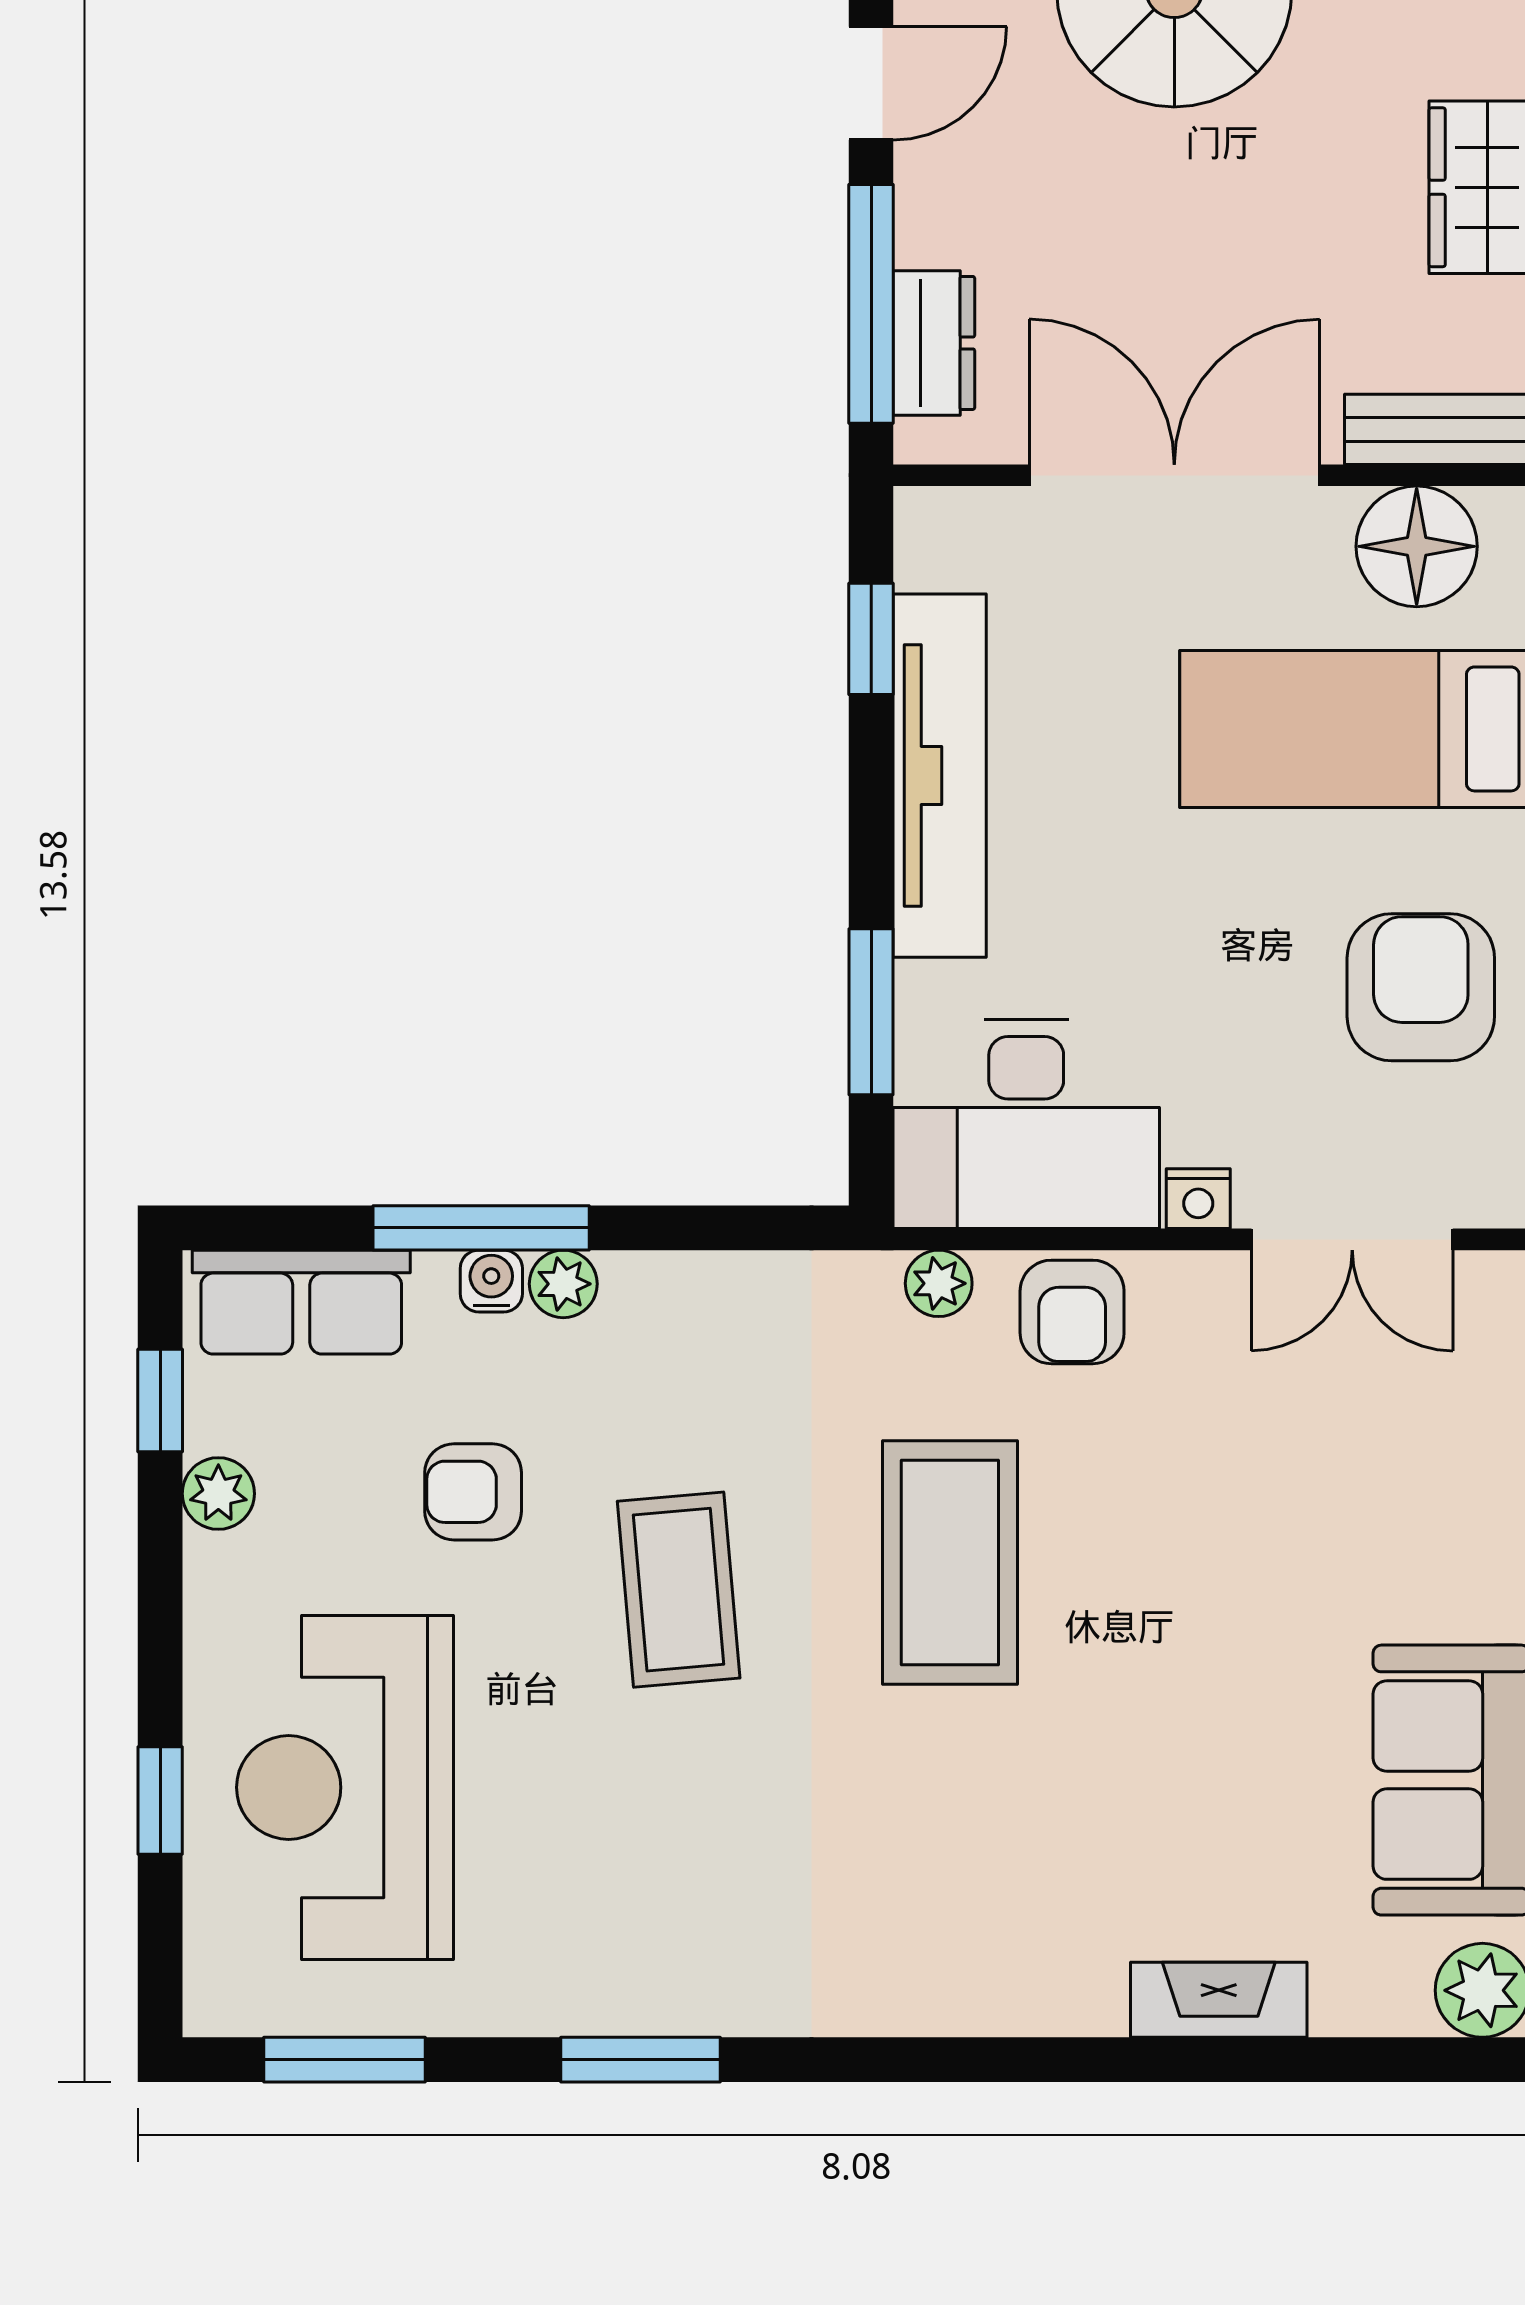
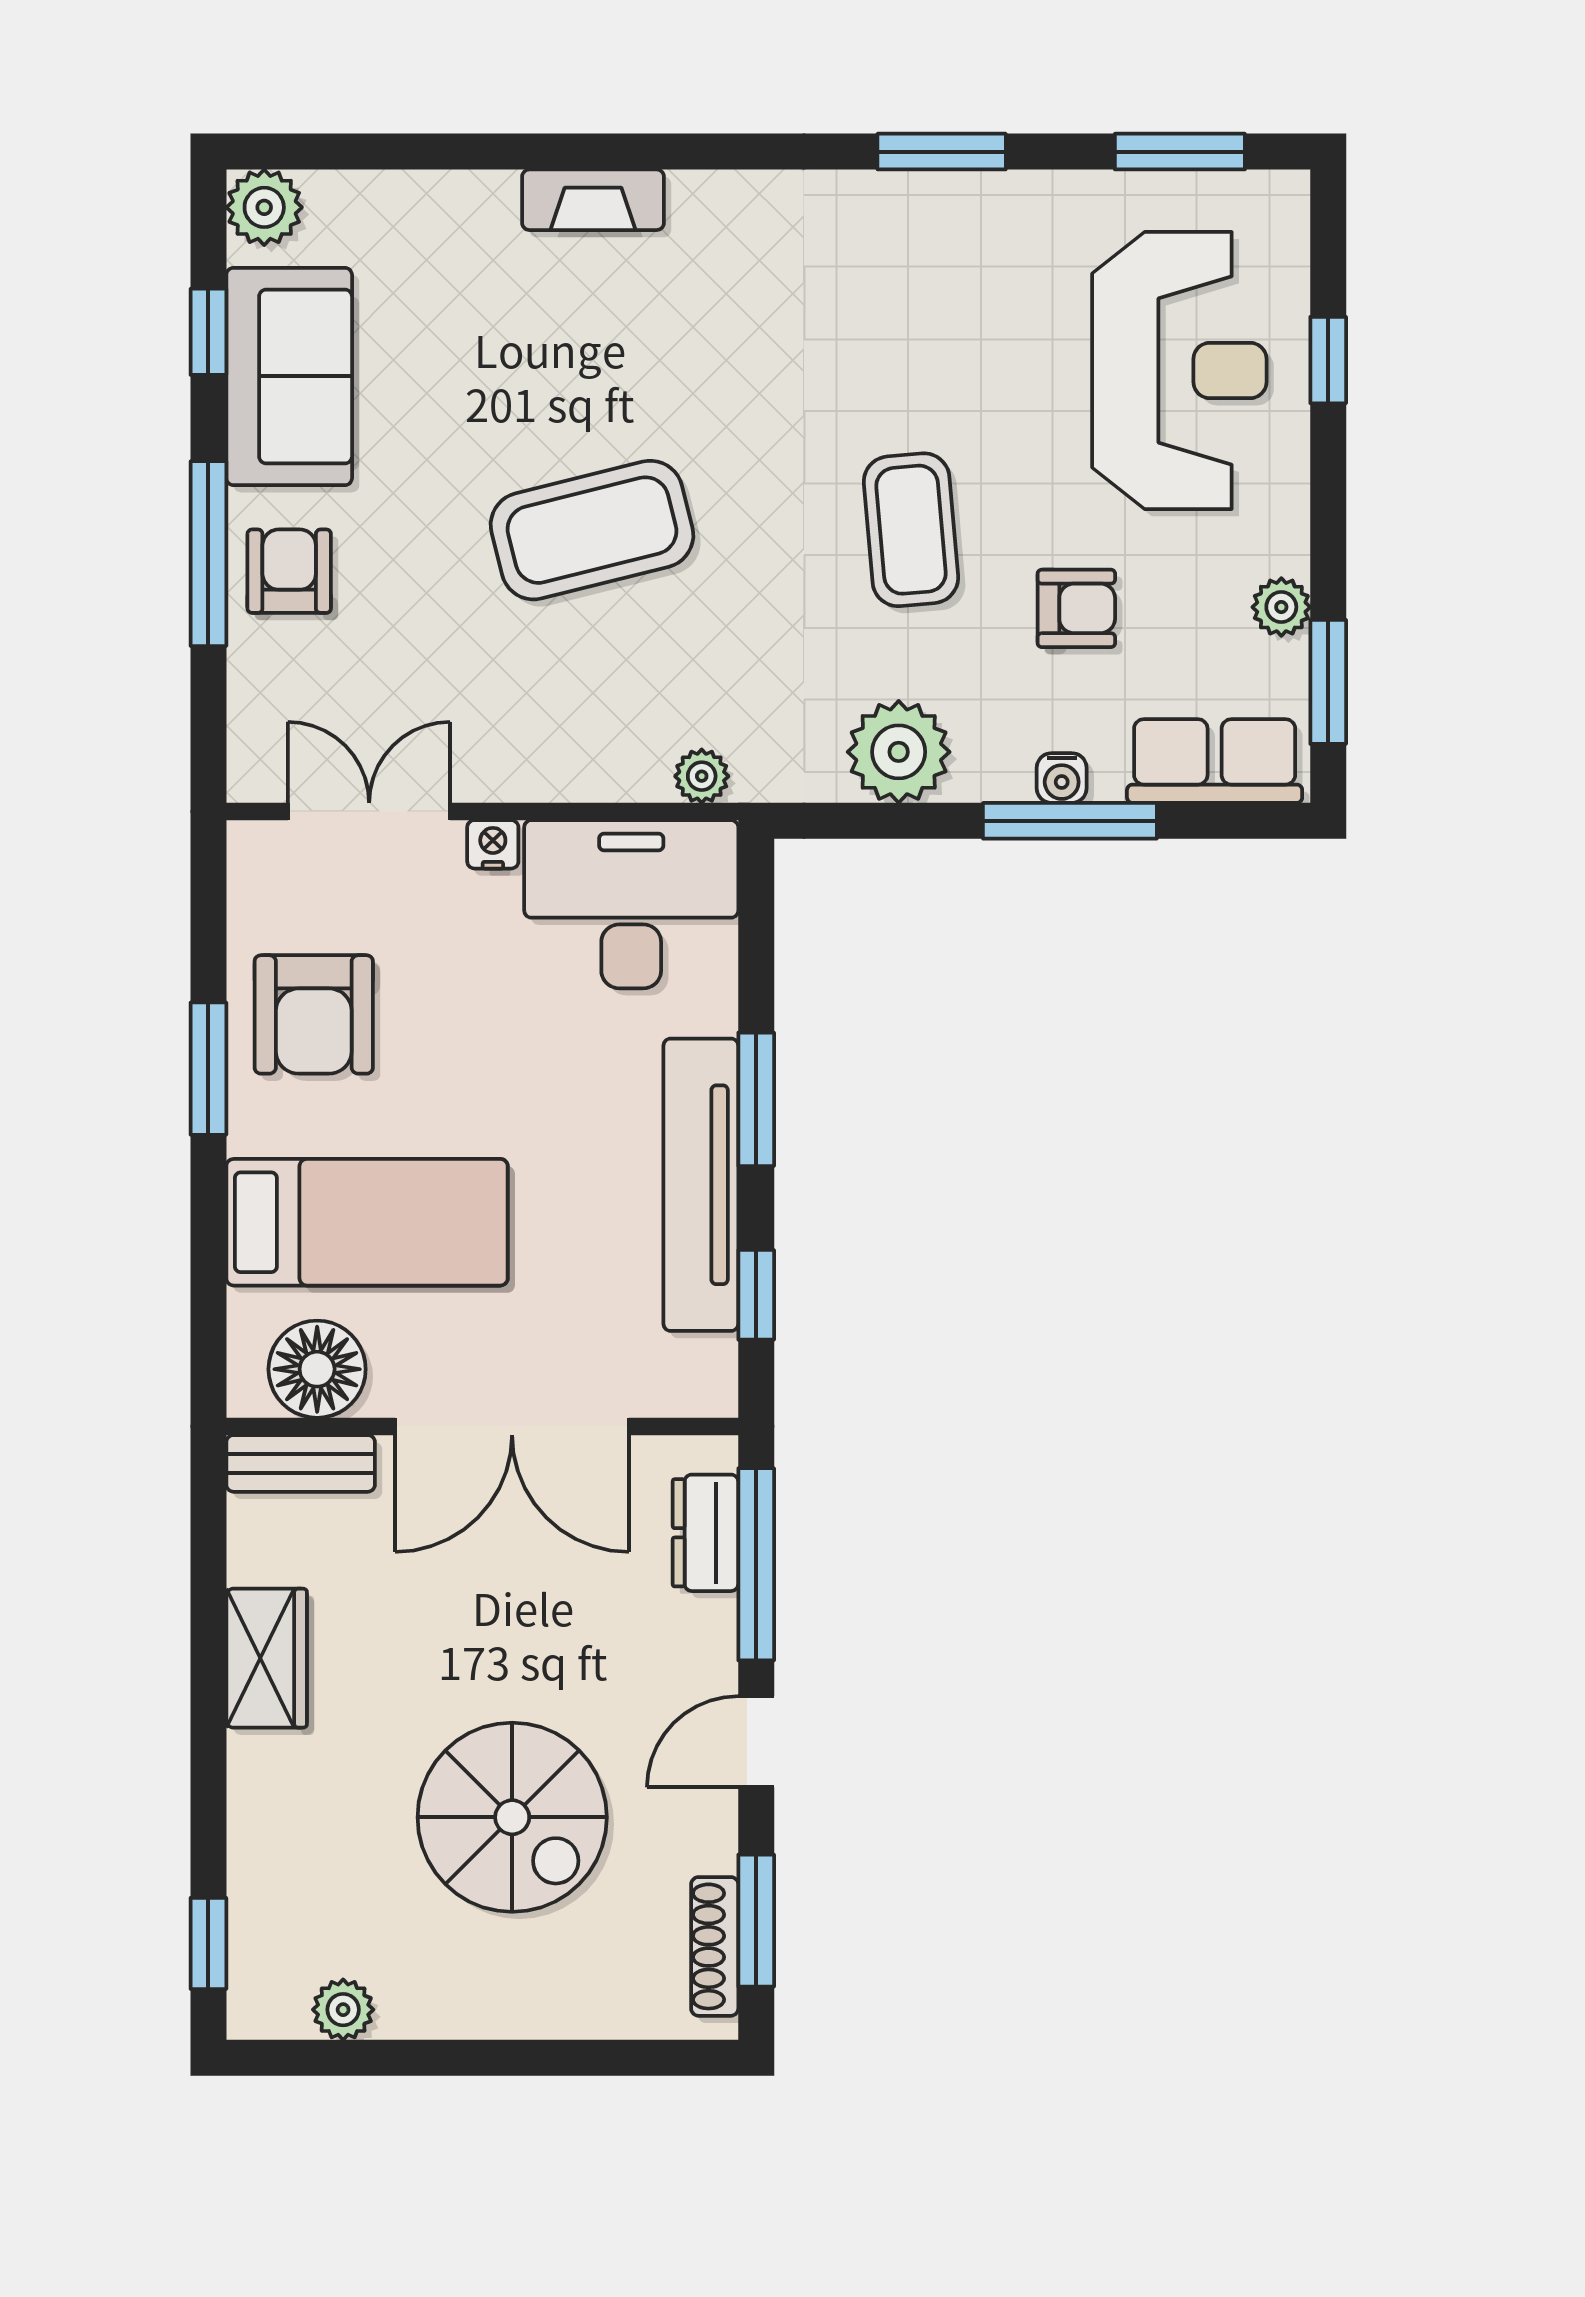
window: (871, 1012) -> (756, 1099), moved
plant: (563, 1284) -> (899, 752), moved, width x1.88, depth x1.88
armchair: (1072, 1312) -> (289, 571), moved
window: (160, 1400) -> (1328, 682), width x1.50
coffee table: (950, 1562) -> (592, 530), moved, turned 76
fireplace: (1219, 2000) -> (593, 200), moved

